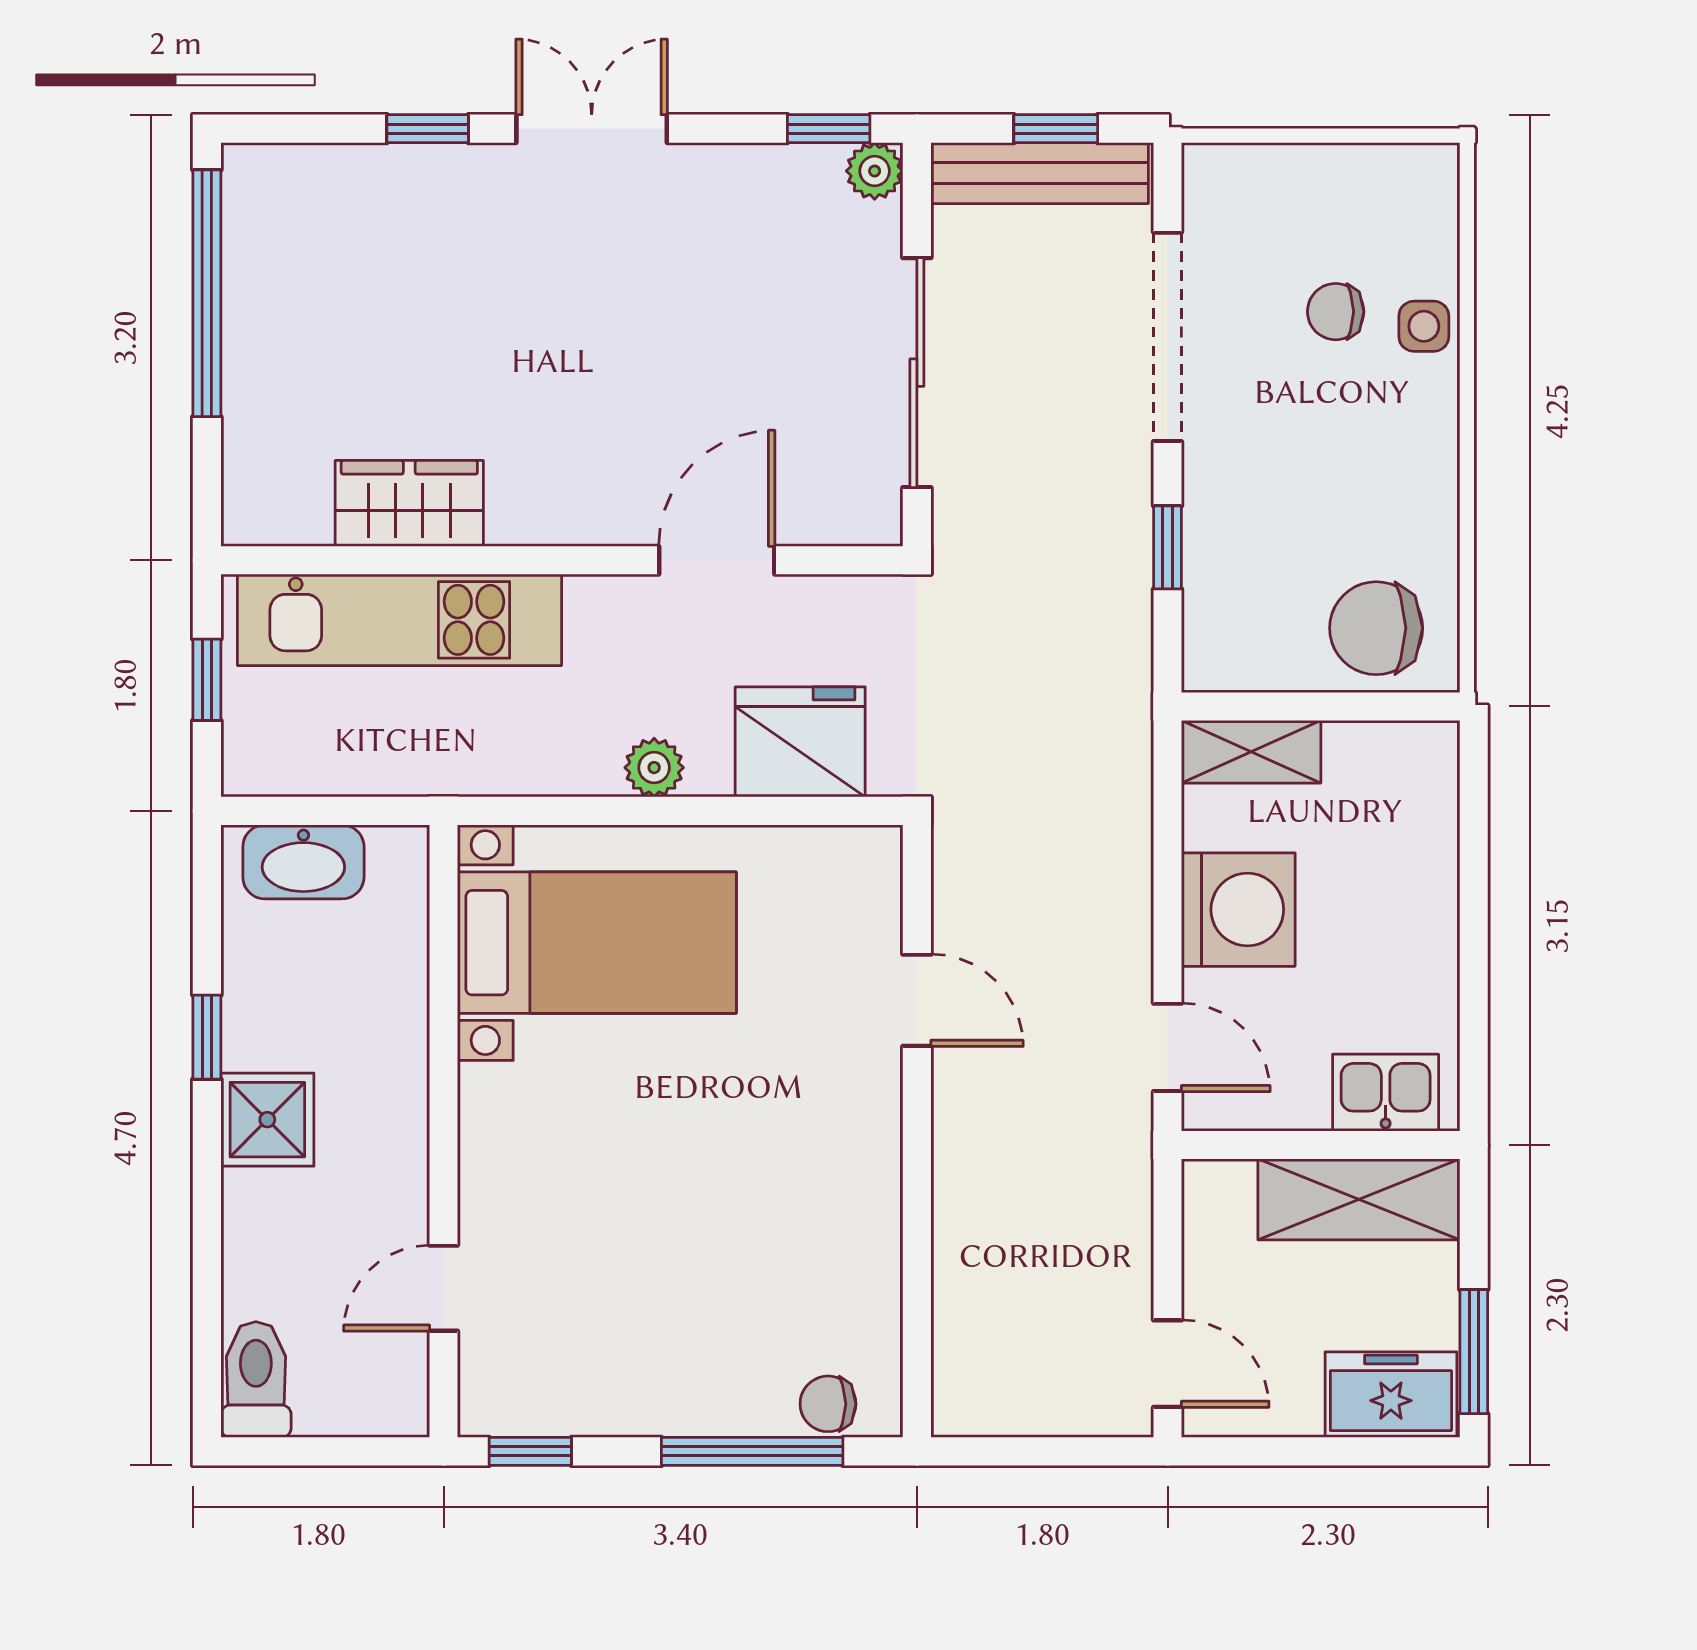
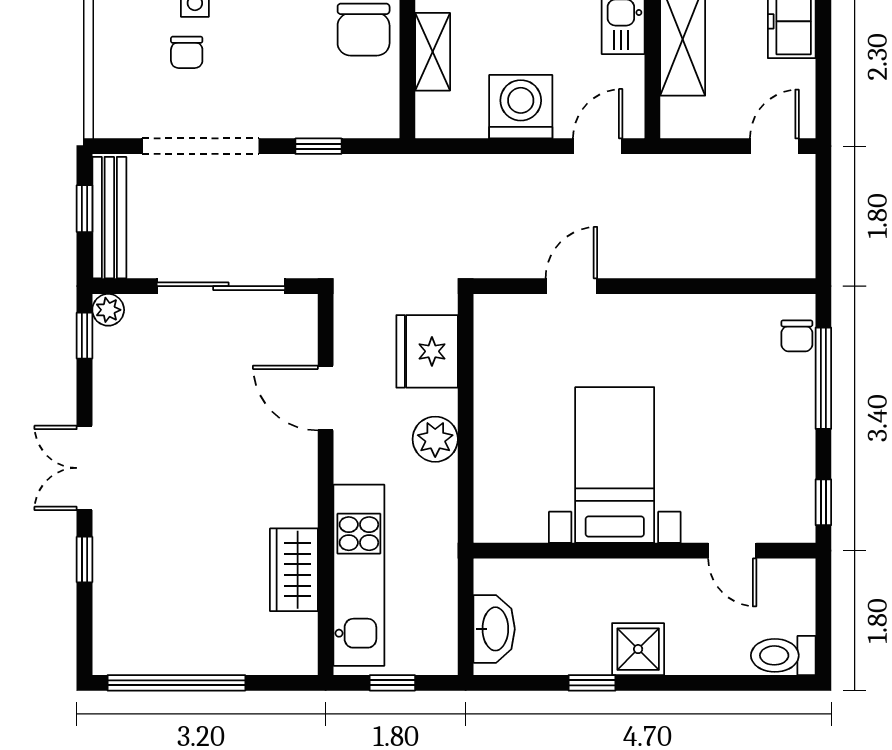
shelving: (1251, 752) -> (433, 52), moved
plant: (654, 768) -> (435, 439), width x1.38, depth x1.38
bed with nightstands: (597, 943) -> (615, 465), moved

